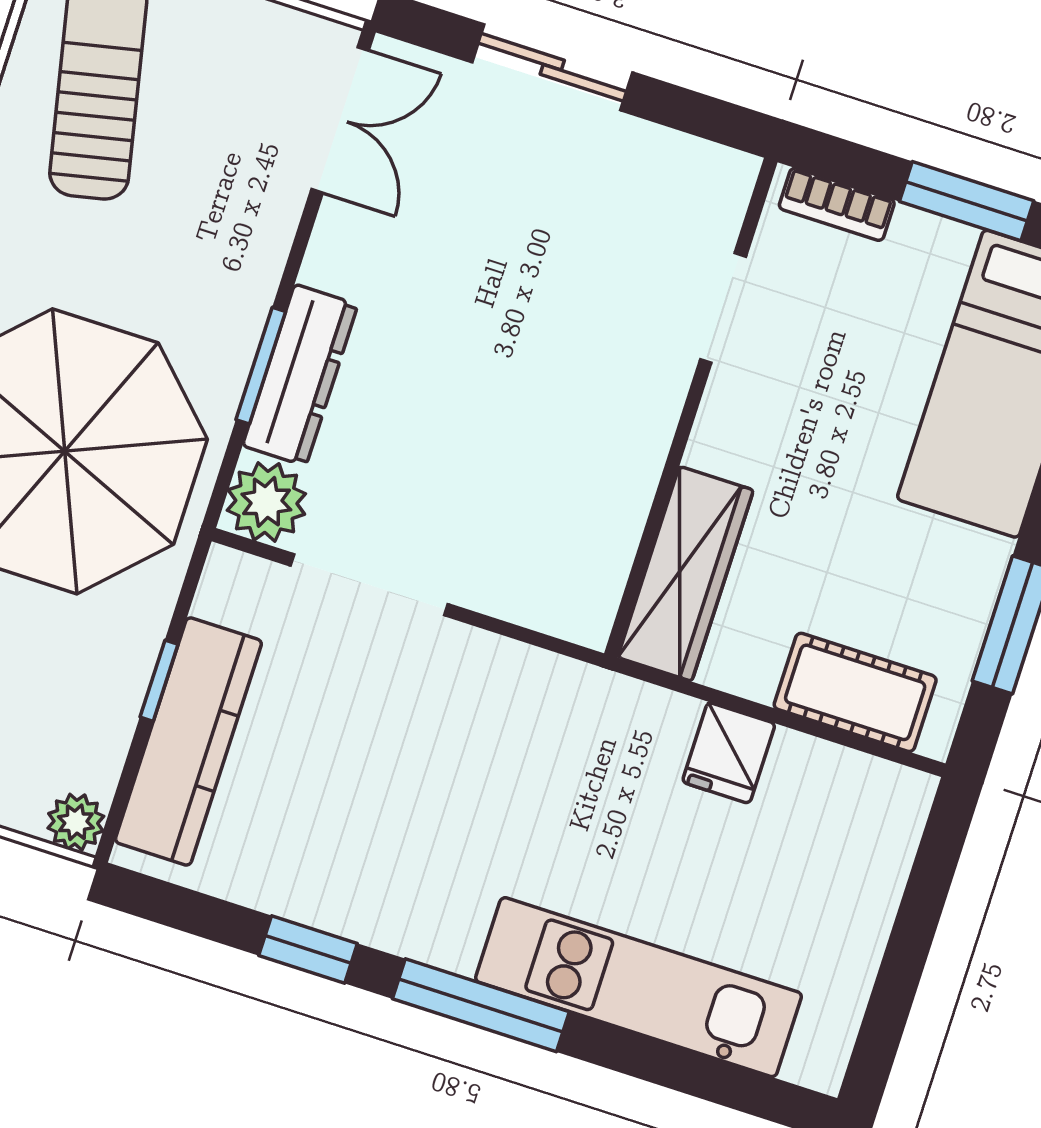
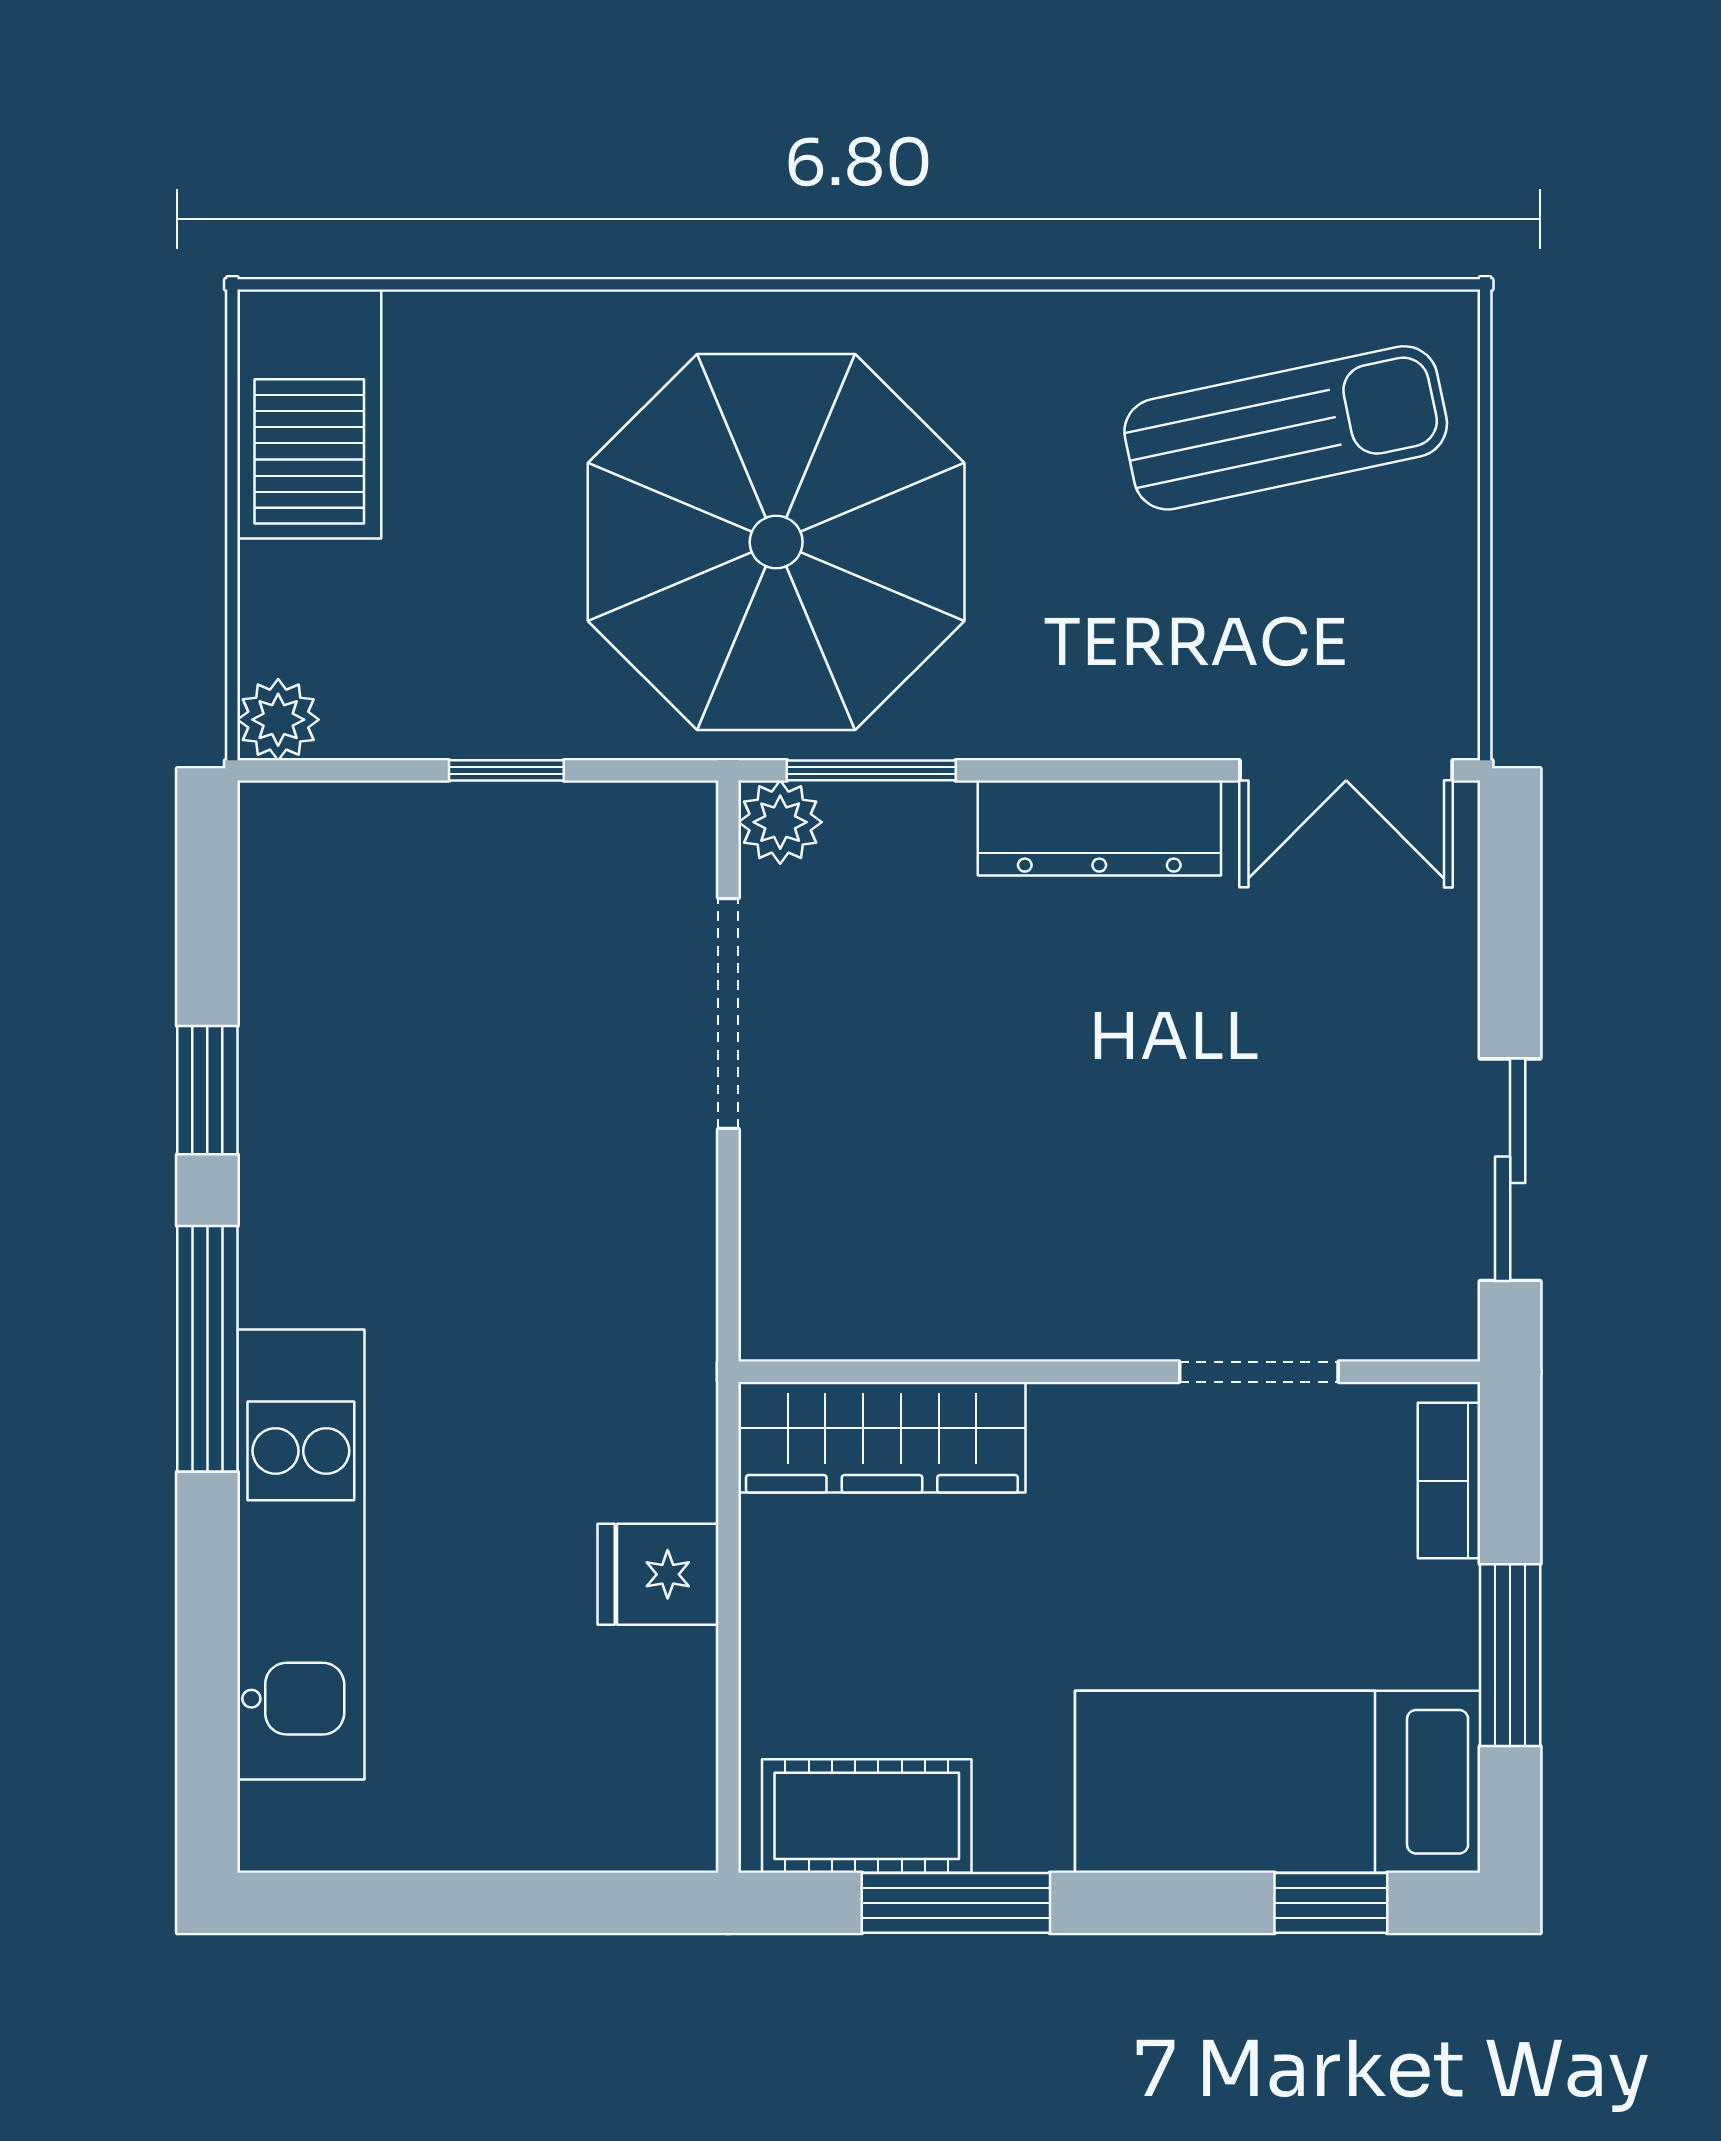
sliding door: (552, 67) -> (1510, 1170), moved
window: (261, 366) -> (871, 770), moved
dresser: (300, 375) -> (1099, 828), moved
plant: (266, 502) -> (780, 822), width x0.73, depth x0.73
cot: (855, 692) -> (867, 1816), moved, turned 90
kitchen counter: (188, 741) -> (437, 837), removed

